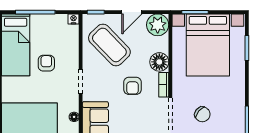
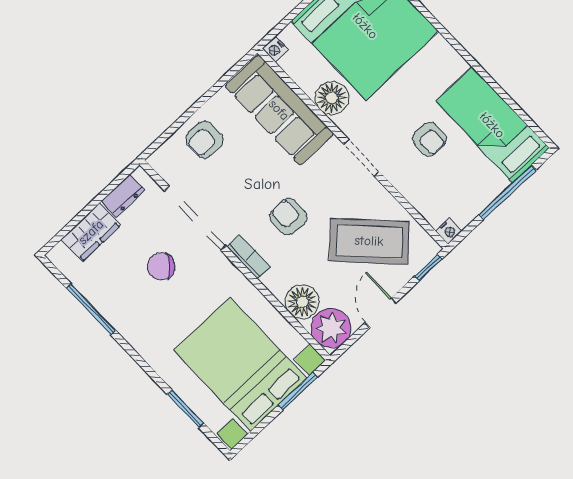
floor lamp: (159, 62) -> (302, 302), moved
floor lamp: (74, 117) -> (332, 98), width x1.89, depth x1.89

